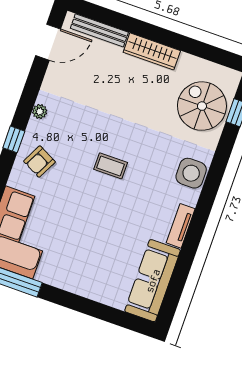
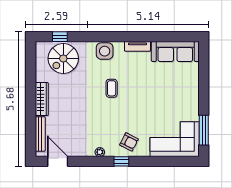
coffee table: (111, 166) -> (112, 88), moved

